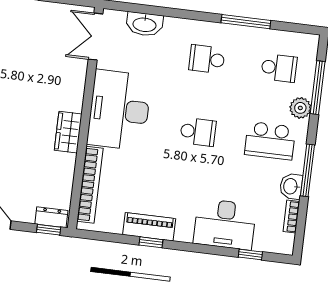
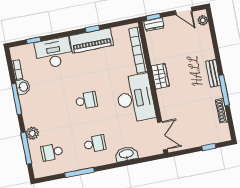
washbasin: (145, 24) -> (126, 154), moved
school desk: (198, 132) -> (86, 101), turned 180
school desk: (270, 141) -> (43, 109), removed
piano: (149, 227) -> (91, 41), width x1.37, depth x1.33

